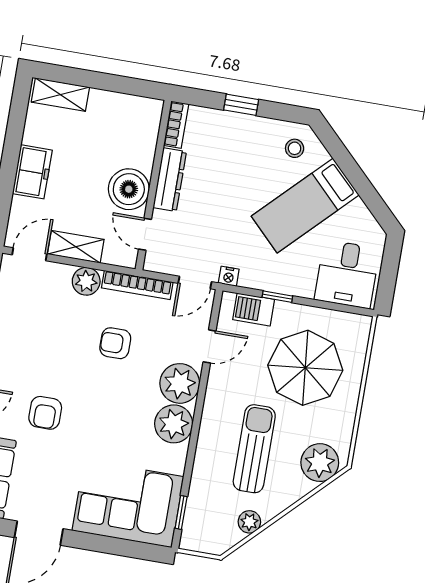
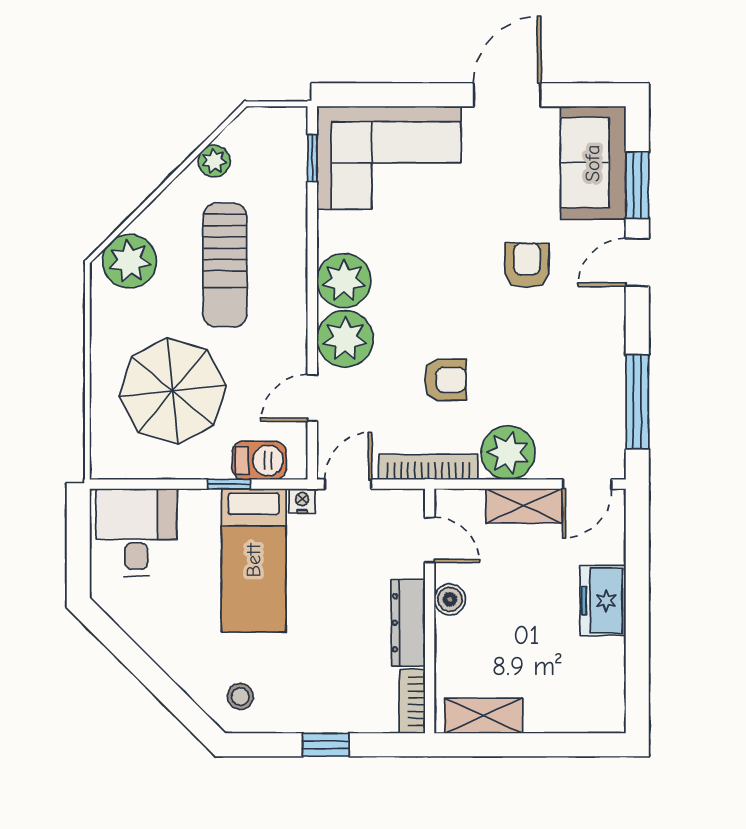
shelving: (60, 95) -> (484, 716), moved
boiler: (129, 189) -> (450, 599), width x0.54, depth x0.54
bed: (305, 206) -> (254, 560), moved, turned 135
plant: (86, 281) -> (508, 453), width x1.36, depth x1.36

